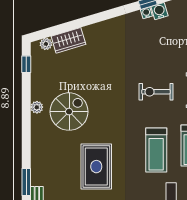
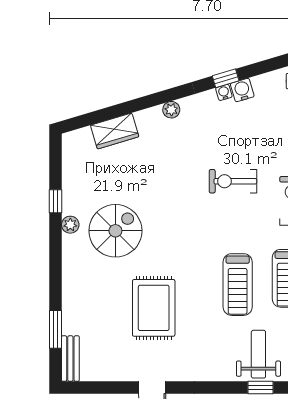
plant: (46, 44) -> (171, 110), moved
window: (26, 64) -> (56, 201), moved
exercise bike: (156, 92) -> (233, 181), moved

